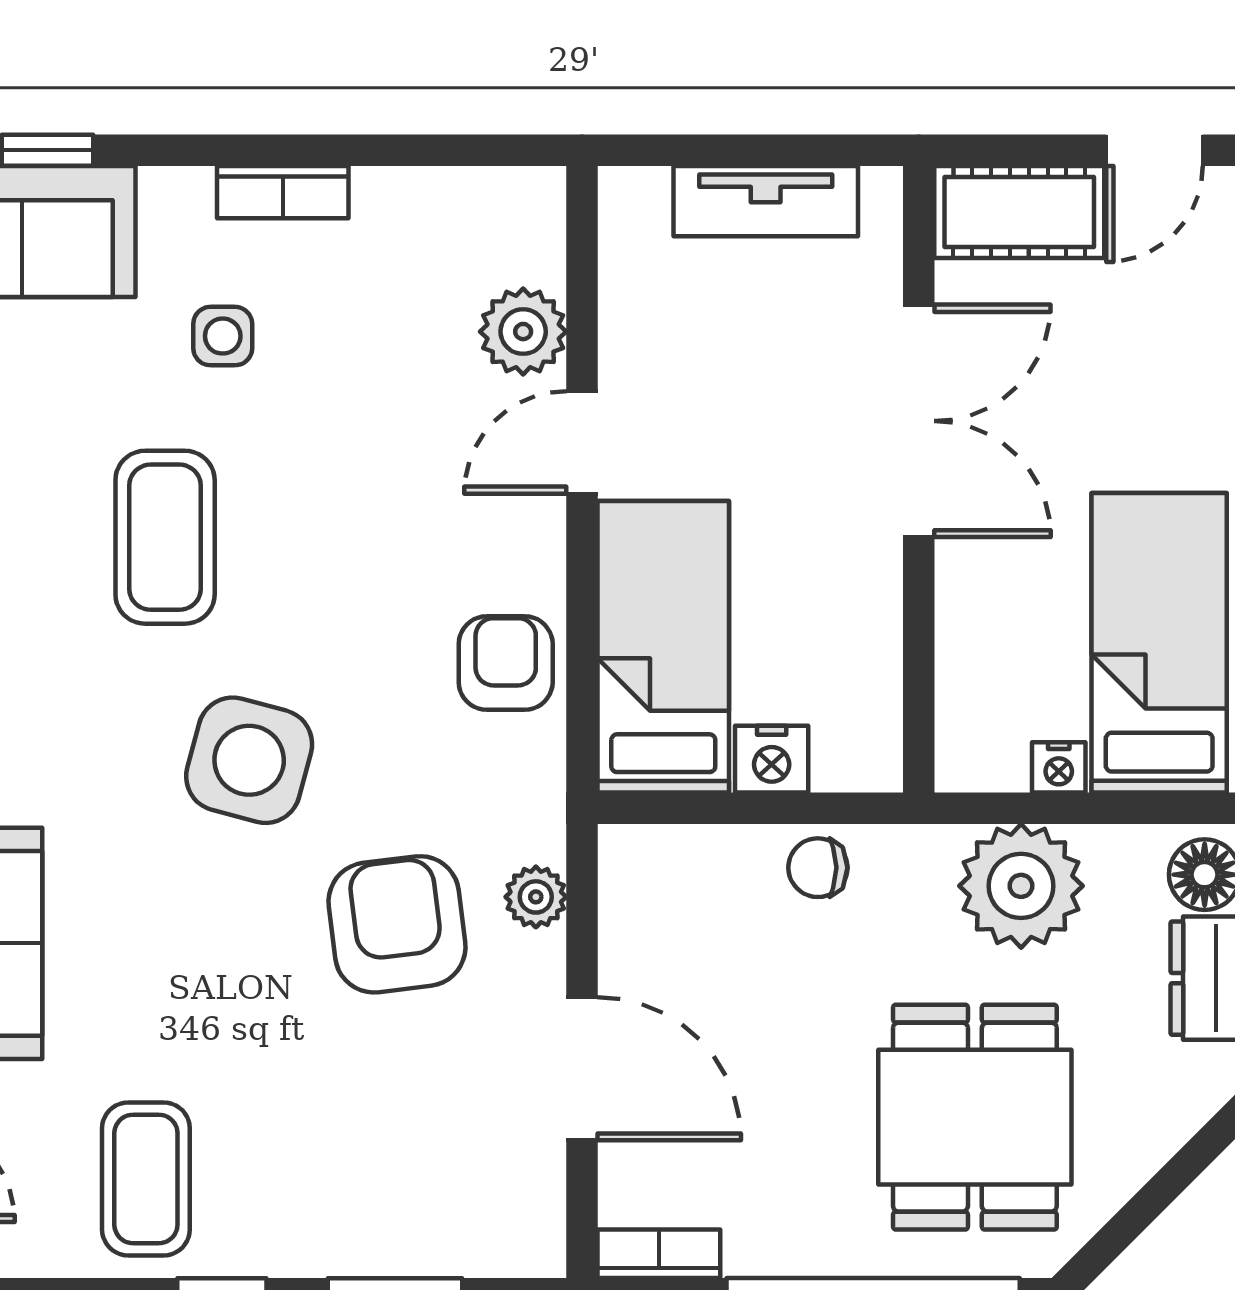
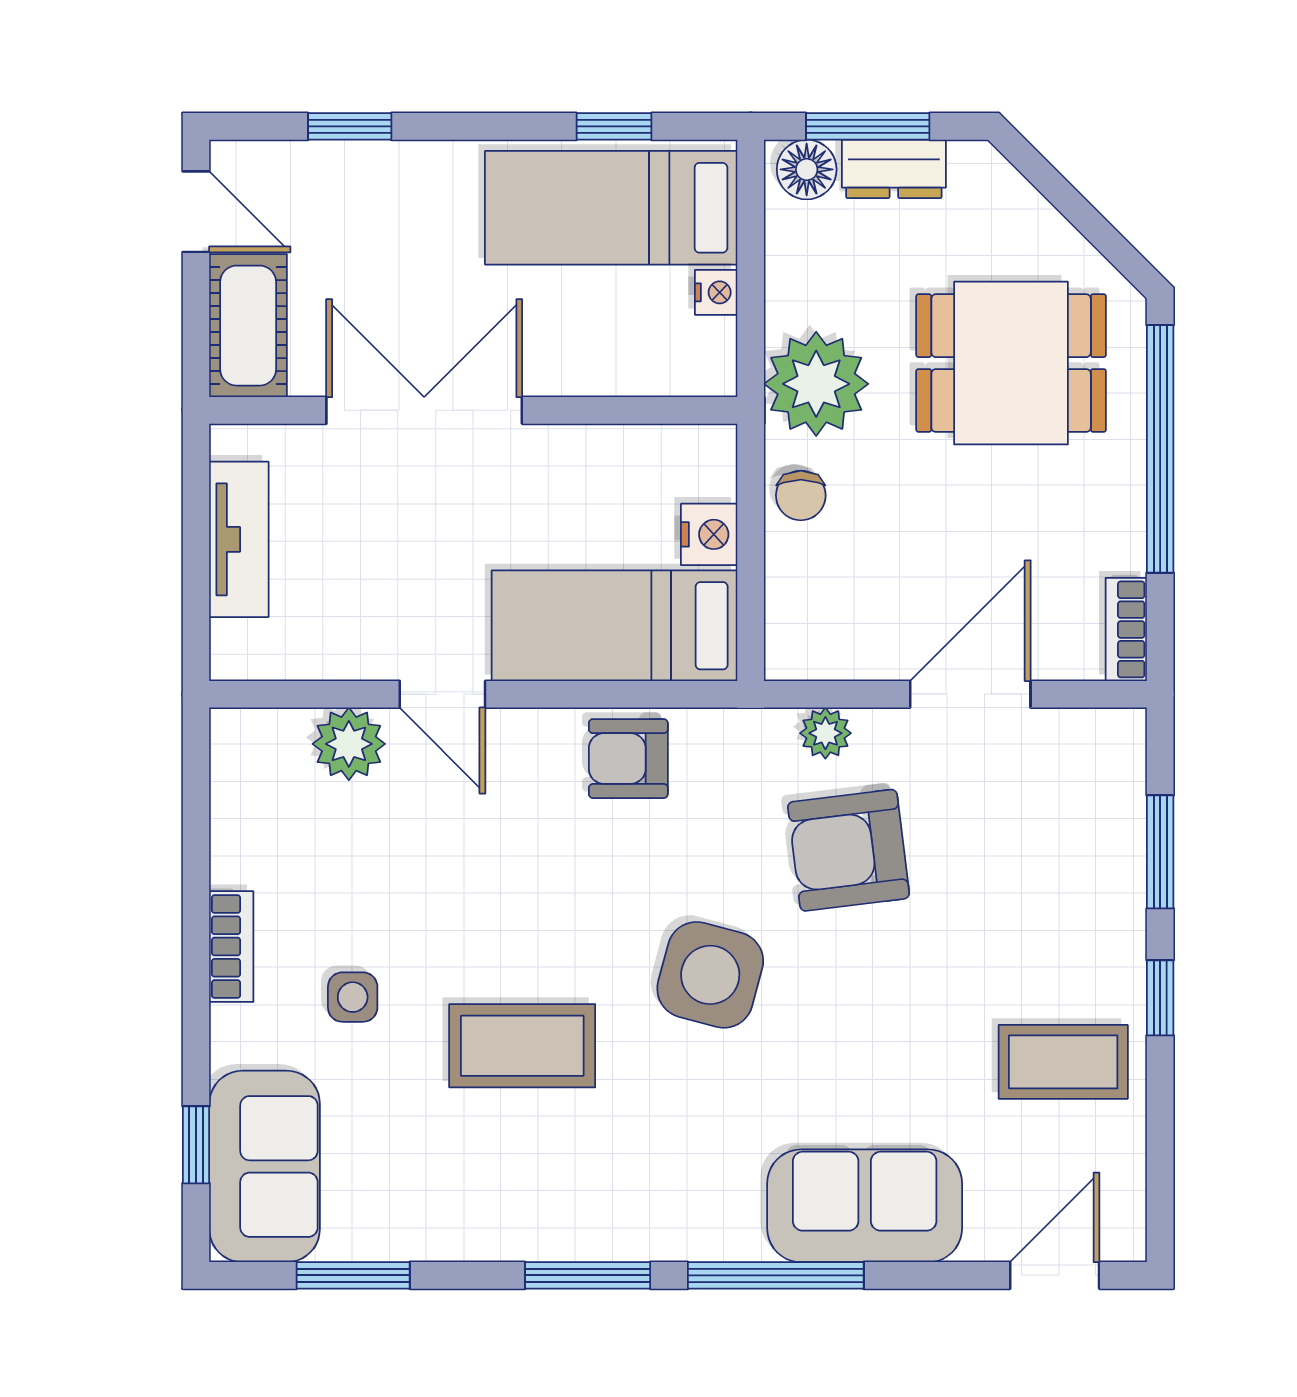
plant: (1021, 886) -> (816, 384), moved

